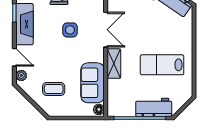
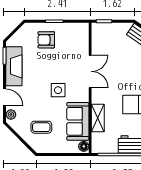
side table: (70, 30) -> (58, 90), moved
shelving: (114, 64) -> (98, 118), moved

